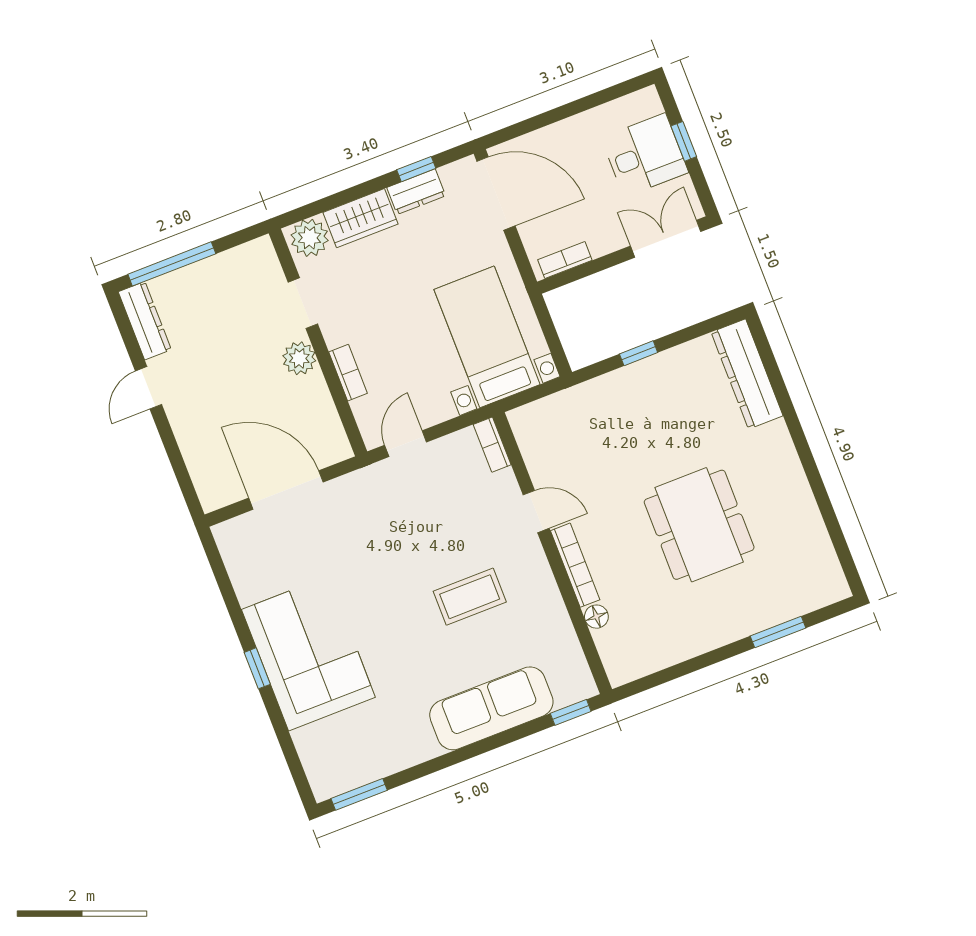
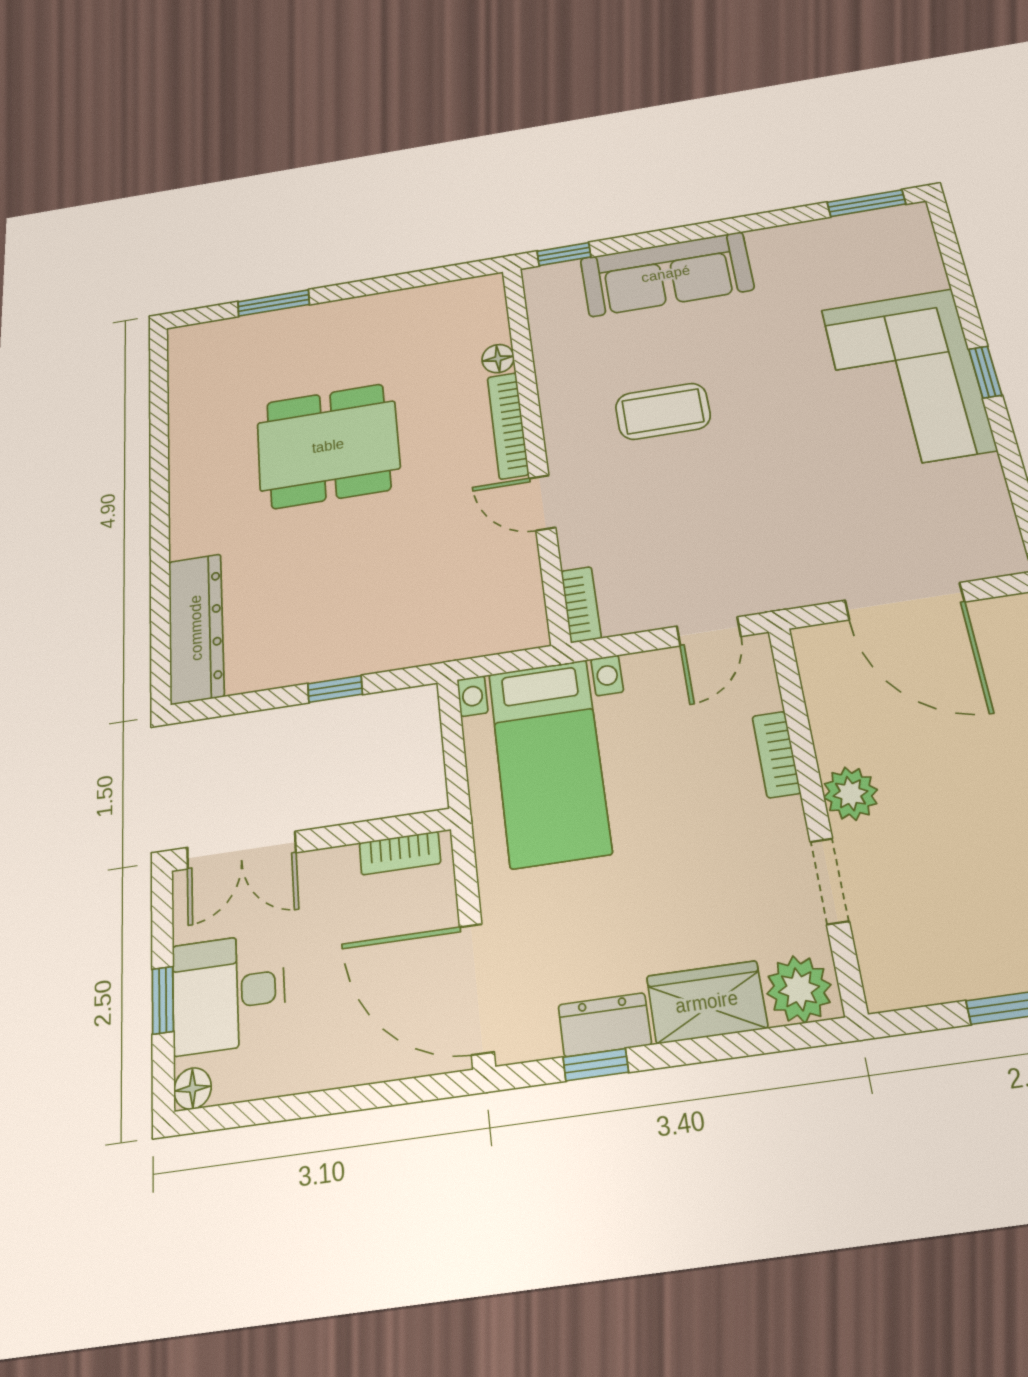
floor lamp: (648, 98) -> (193, 1089), added
dining table: (699, 525) -> (328, 446), turned 90

